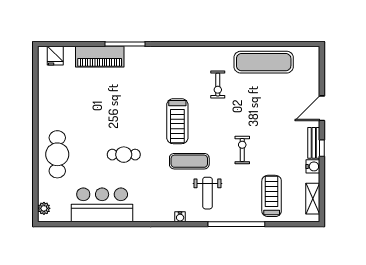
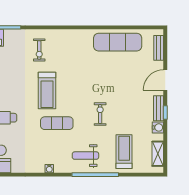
bench: (314, 69) -> (159, 48), added
exercise bike: (218, 85) -> (39, 50), moved
weight bench: (207, 193) -> (85, 156), moved, turned 90

